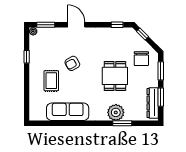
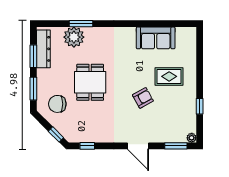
chair: (141, 59) -> (57, 104), turned -90
rug: (51, 81) -> (169, 76), turned 90
sofa: (68, 112) -> (156, 38), width x0.73
plant: (116, 112) -> (74, 37), moved

